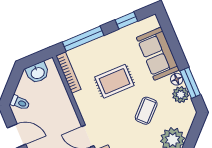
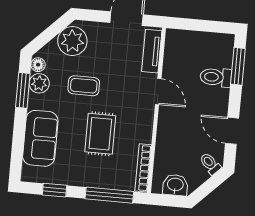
floor lamp: (177, 79) -> (38, 65), moved
rug: (114, 81) -> (100, 134), turned 90
coffee table: (146, 111) -> (84, 86), turned 45

